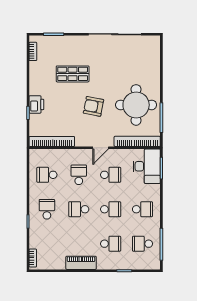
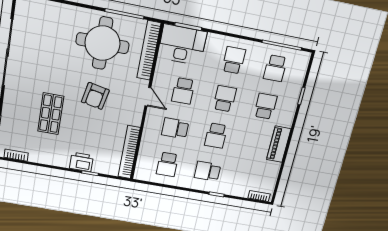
school desk: (111, 175) -> (183, 91), turned 180

